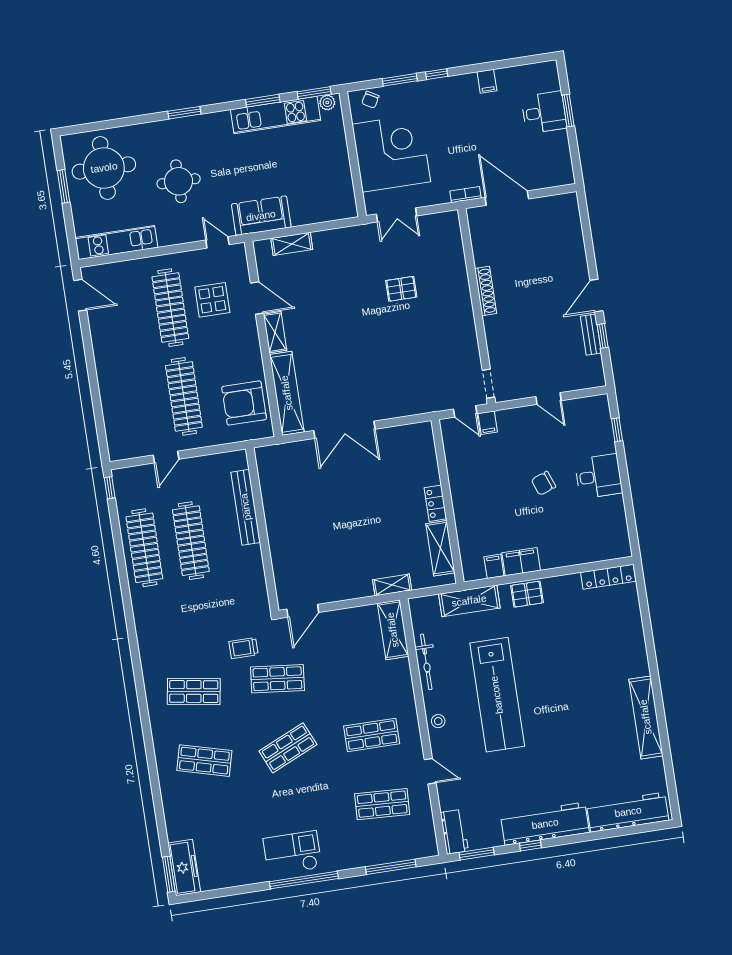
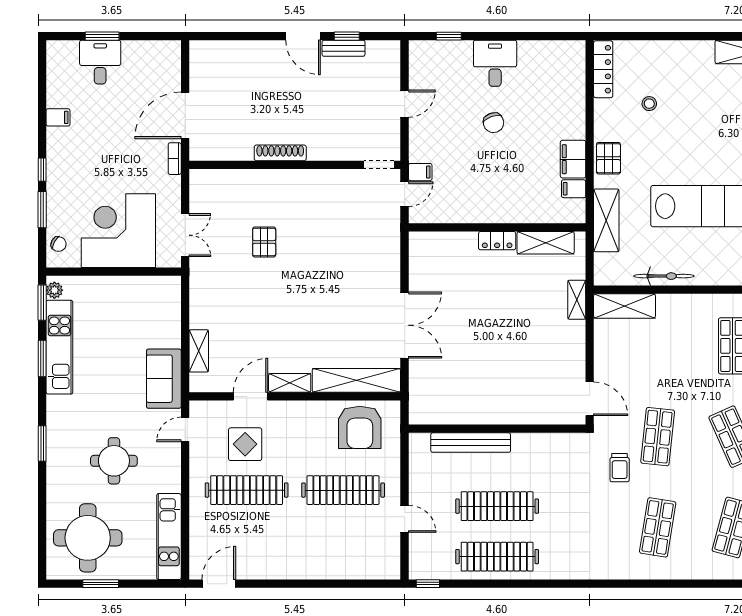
stool: (438, 721) -> (649, 104), moved

